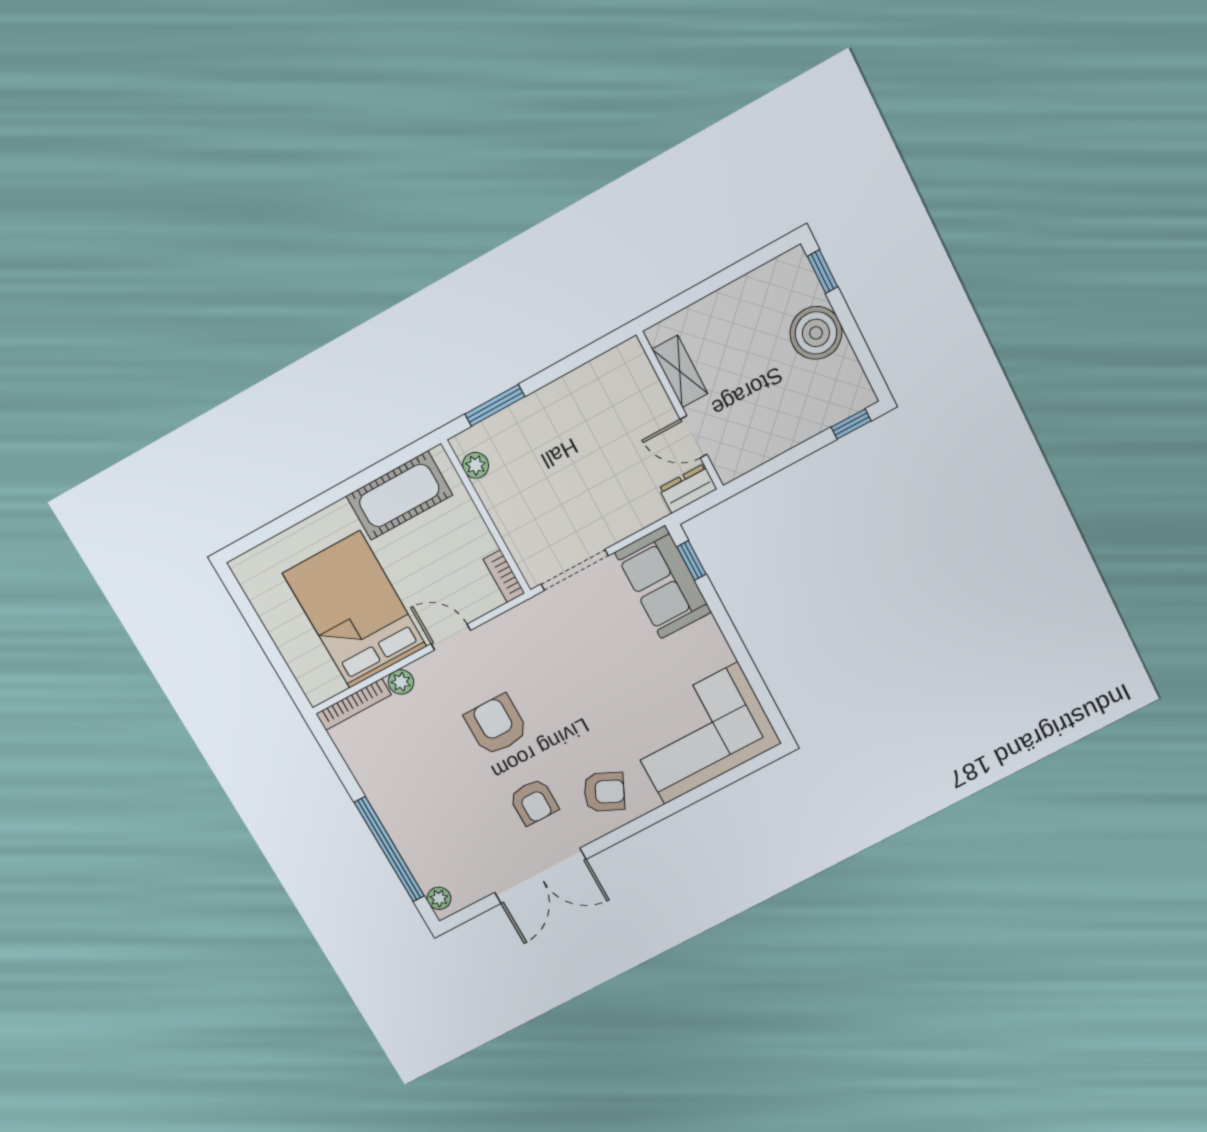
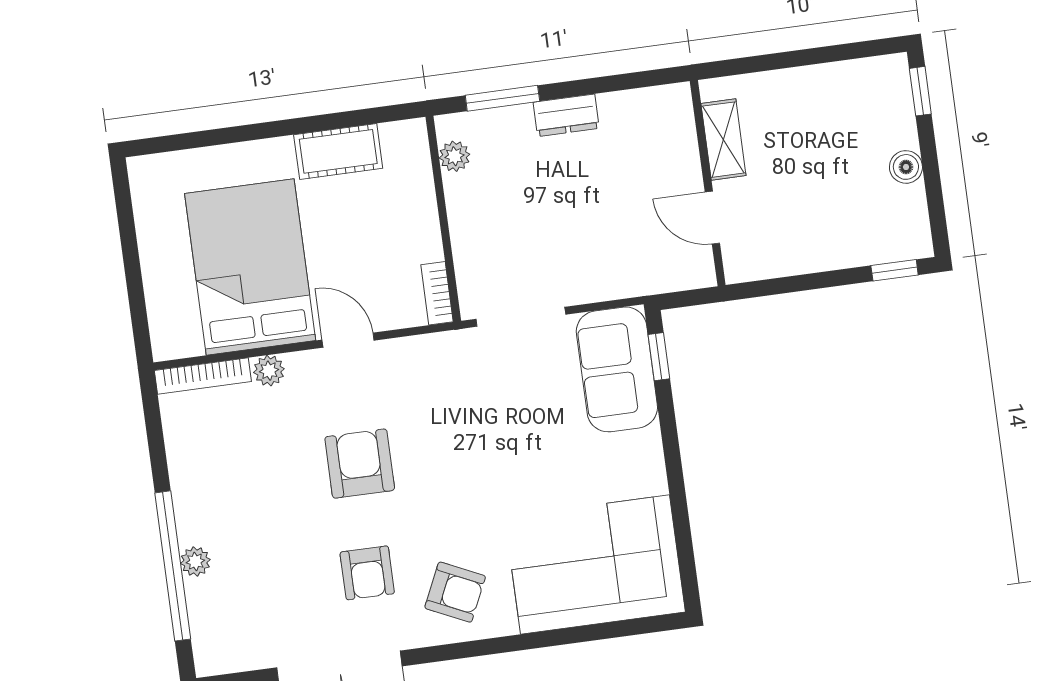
boiler: (816, 333) -> (906, 167), width x0.54, depth x0.54
dresser: (688, 489) -> (566, 115), moved, turned 180
cot: (399, 495) -> (338, 151), width x0.73, depth x0.75
plant: (439, 898) -> (195, 561), moved

